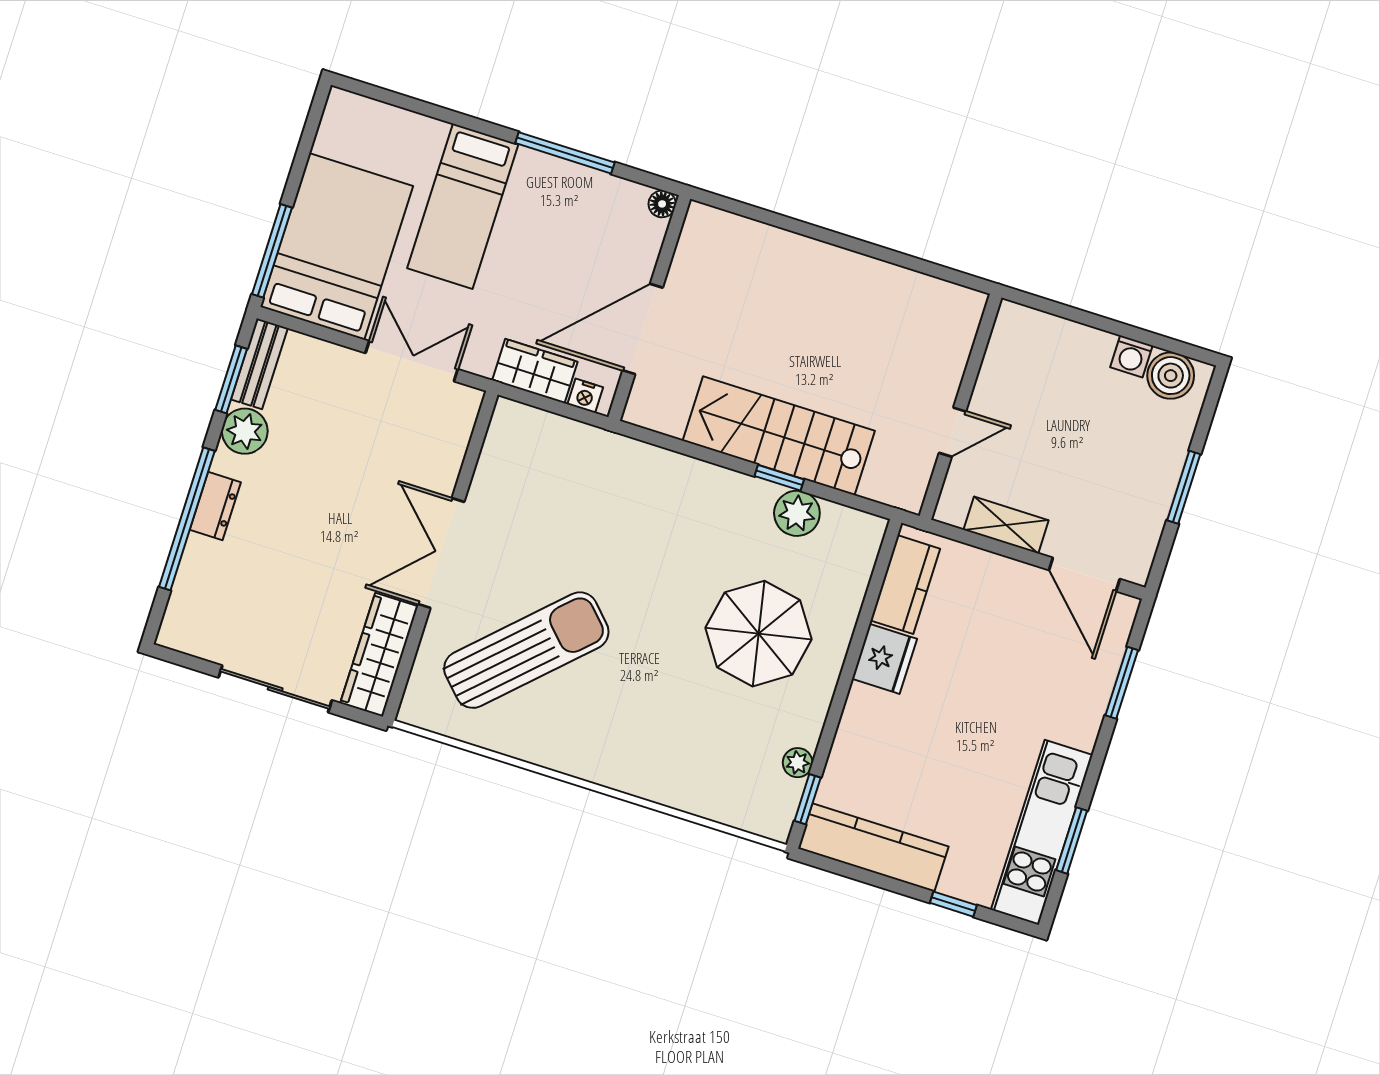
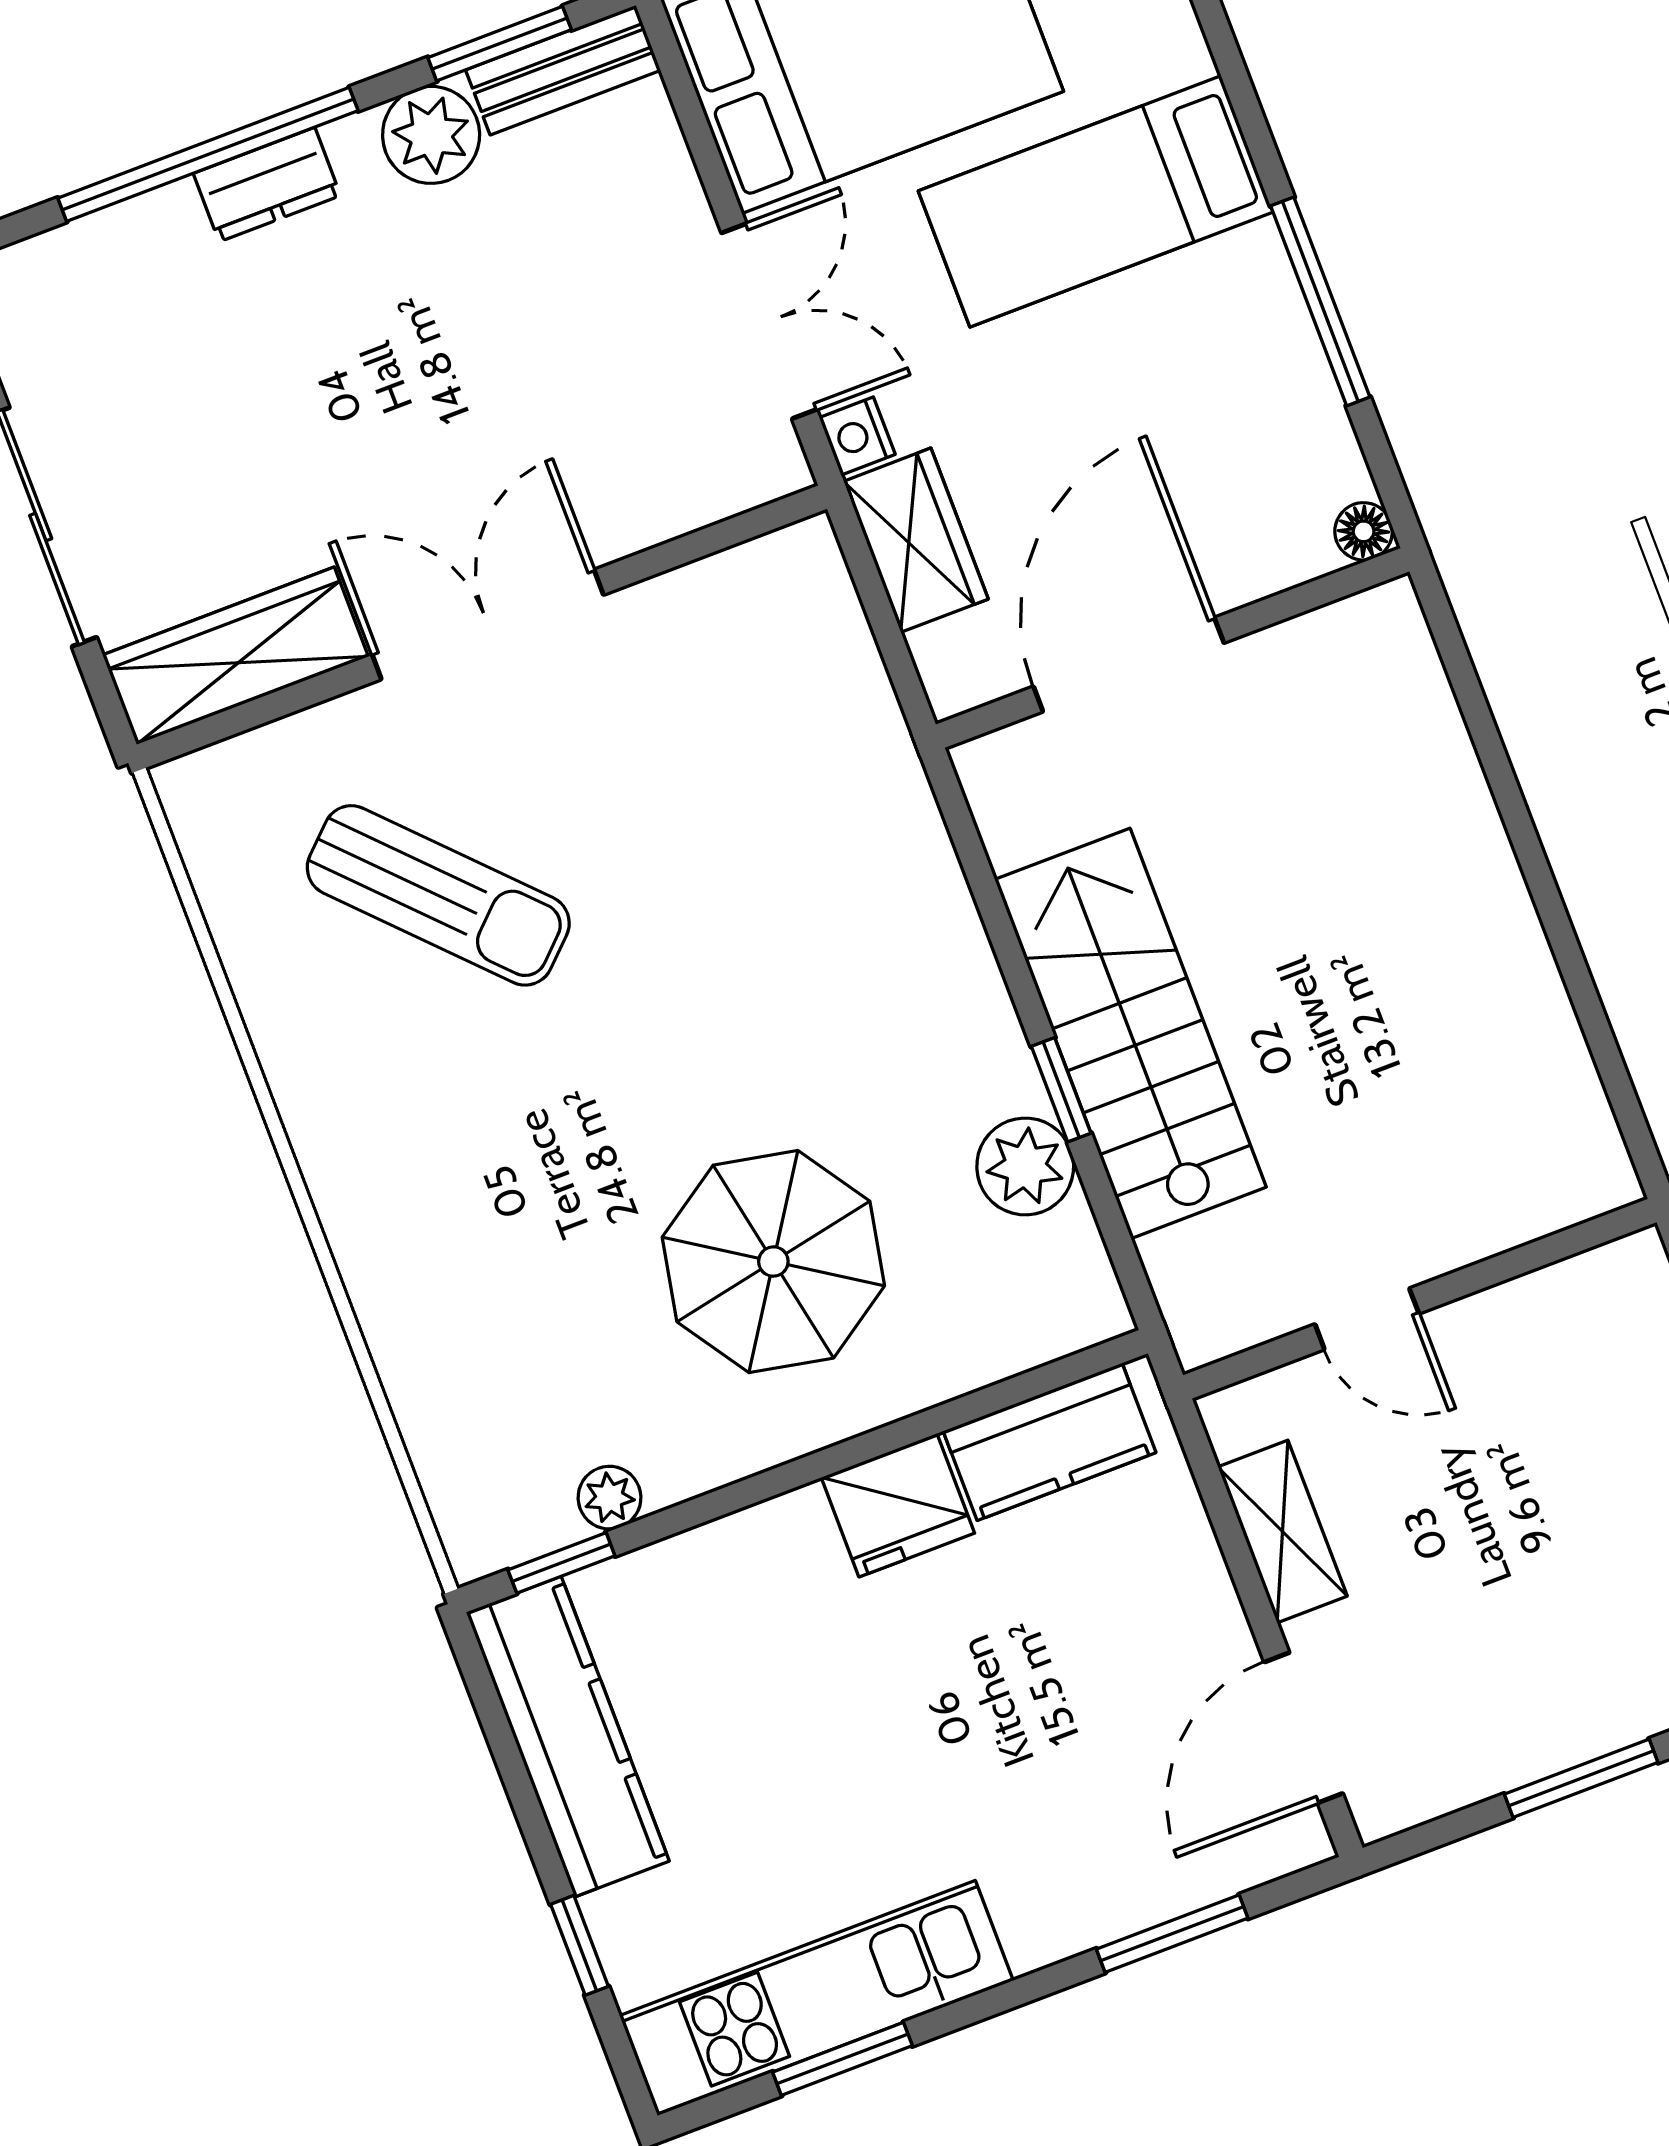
door: (643, 329) -> (1129, 665), hinge flipped
nightstand: (585, 396) -> (857, 436), moved
sun lounger: (526, 650) -> (438, 895), width x0.73, depth x0.75

